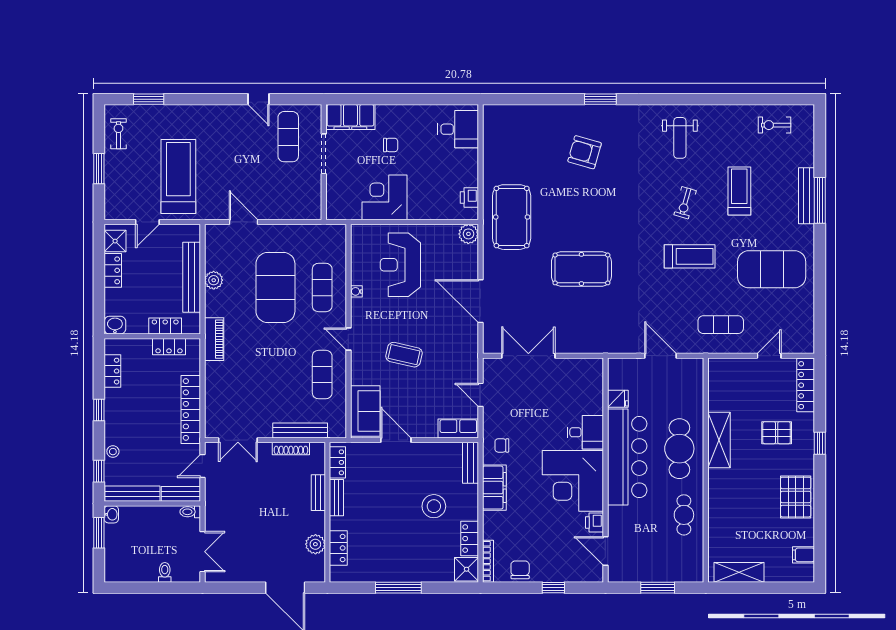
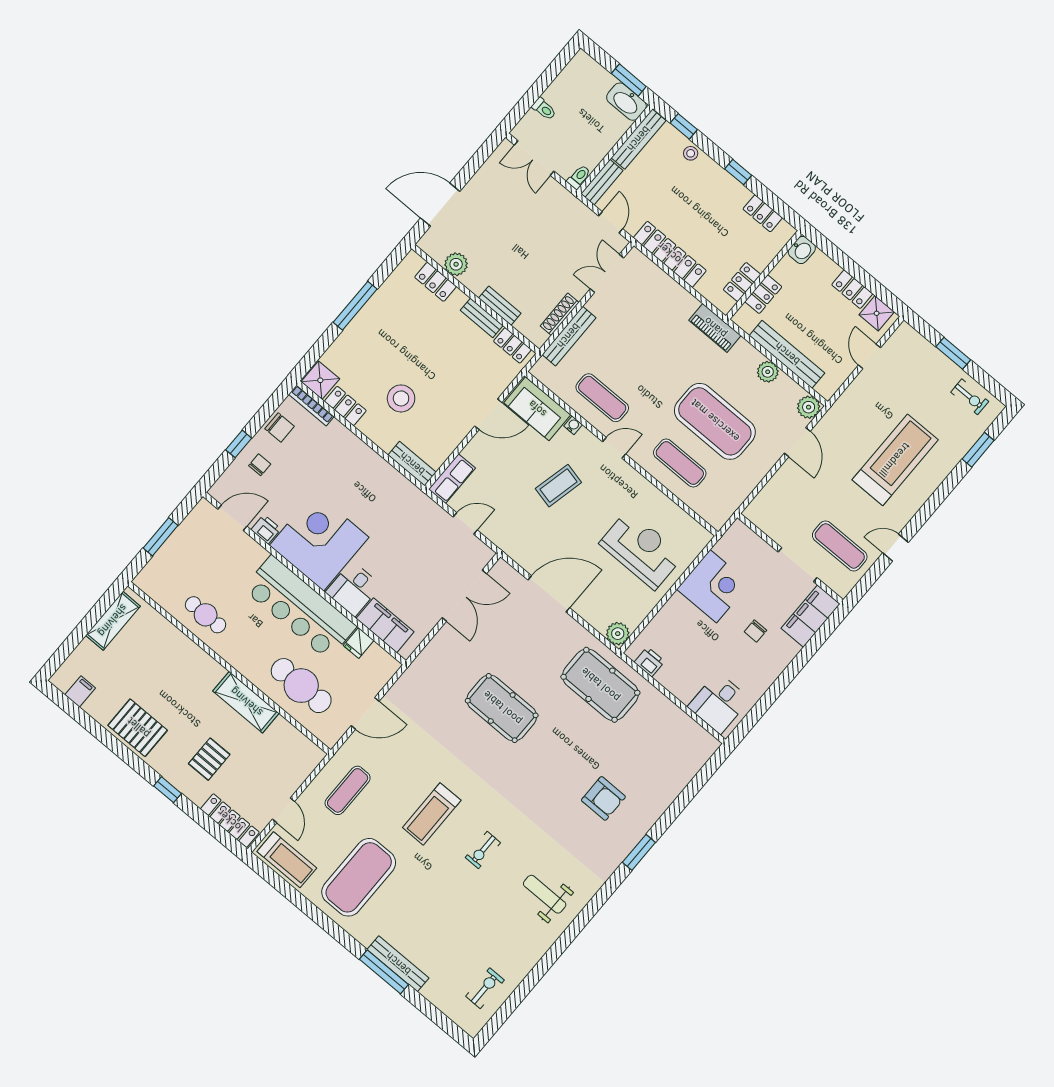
armchair: (585, 152) -> (603, 798), turned 74
treadmill: (178, 176) -> (895, 460), moved, turned -90
treadmill: (739, 191) -> (287, 860), moved
exercise bike: (685, 203) -> (483, 850), turned -106
door: (244, 222) -> (797, 442), hinge flipped
plant: (214, 234) -> (809, 407), added
pool table: (581, 269) -> (502, 708), turned 90
water cooler: (356, 291) -> (573, 425), moved
chair: (502, 445) -> (260, 465), moved
cafe table: (679, 449) -> (301, 686), moved
filing cabinet: (494, 488) -> (385, 625), moved, turned 180
washbasin: (111, 514) -> (626, 102), width x1.91, depth x1.45

